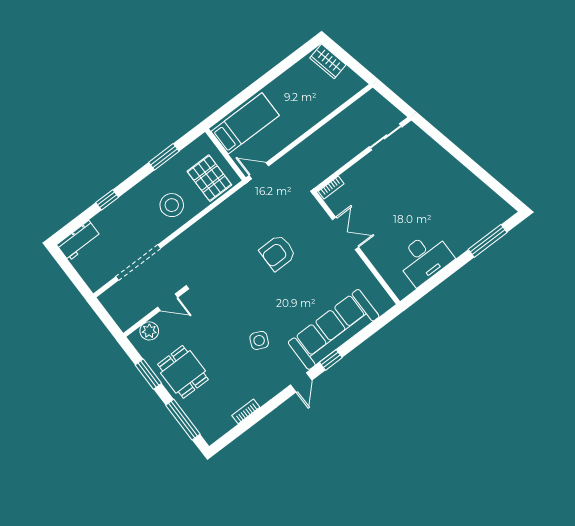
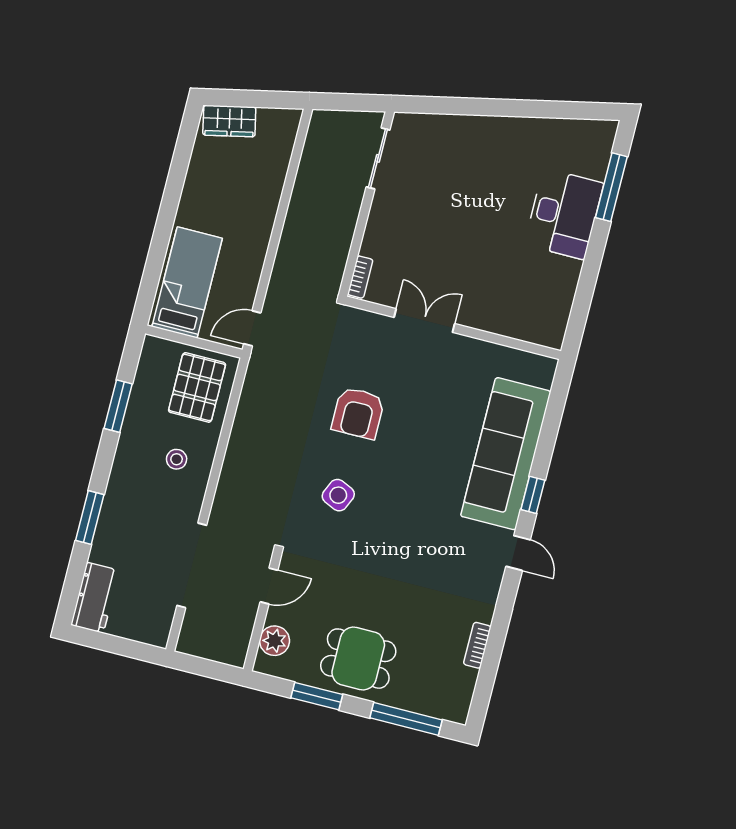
pallet: (209, 178) -> (197, 387), turned 90
window: (107, 200) -> (90, 518), width x1.50
stool: (172, 205) -> (177, 459), width x0.53, depth x0.53
desk: (424, 258) -> (564, 214), moved
side table: (259, 340) -> (338, 495), moved

